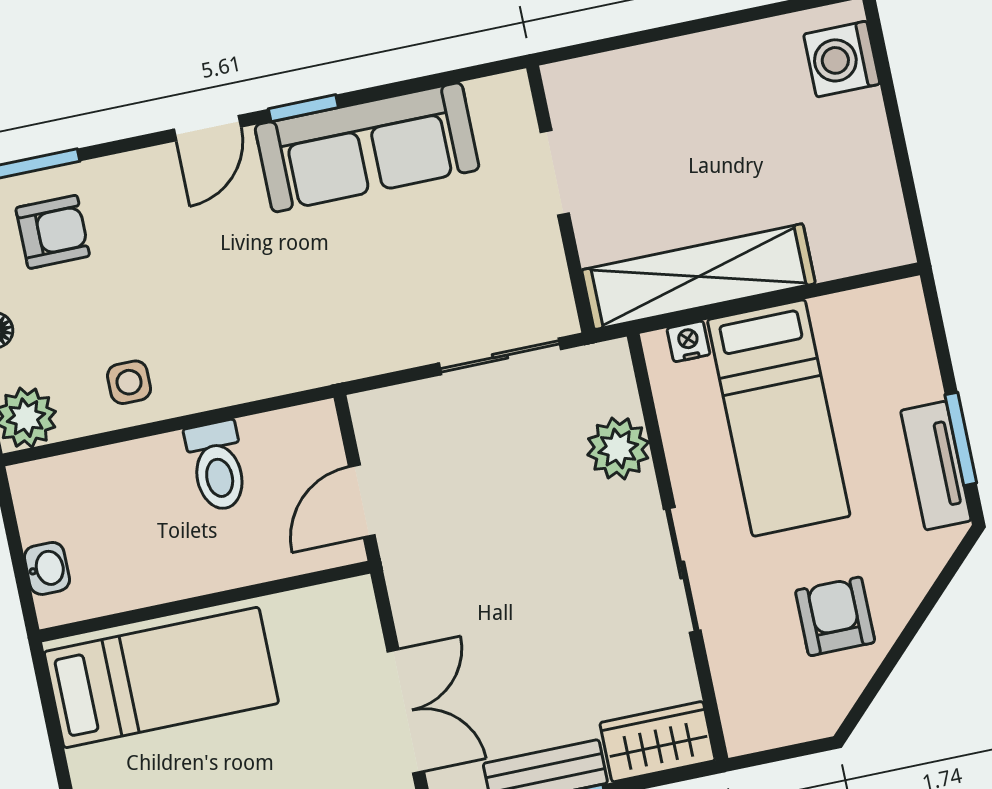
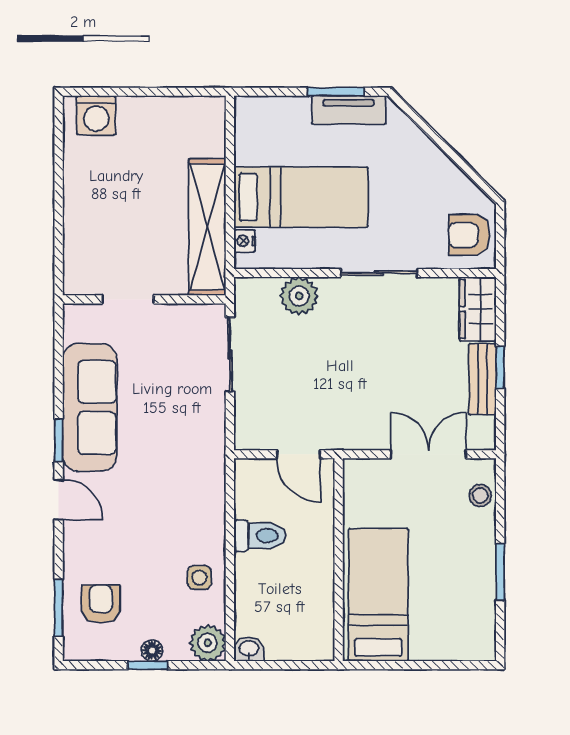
washbasin: (47, 568) -> (249, 649), moved
armchair: (835, 616) -> (469, 235), moved

